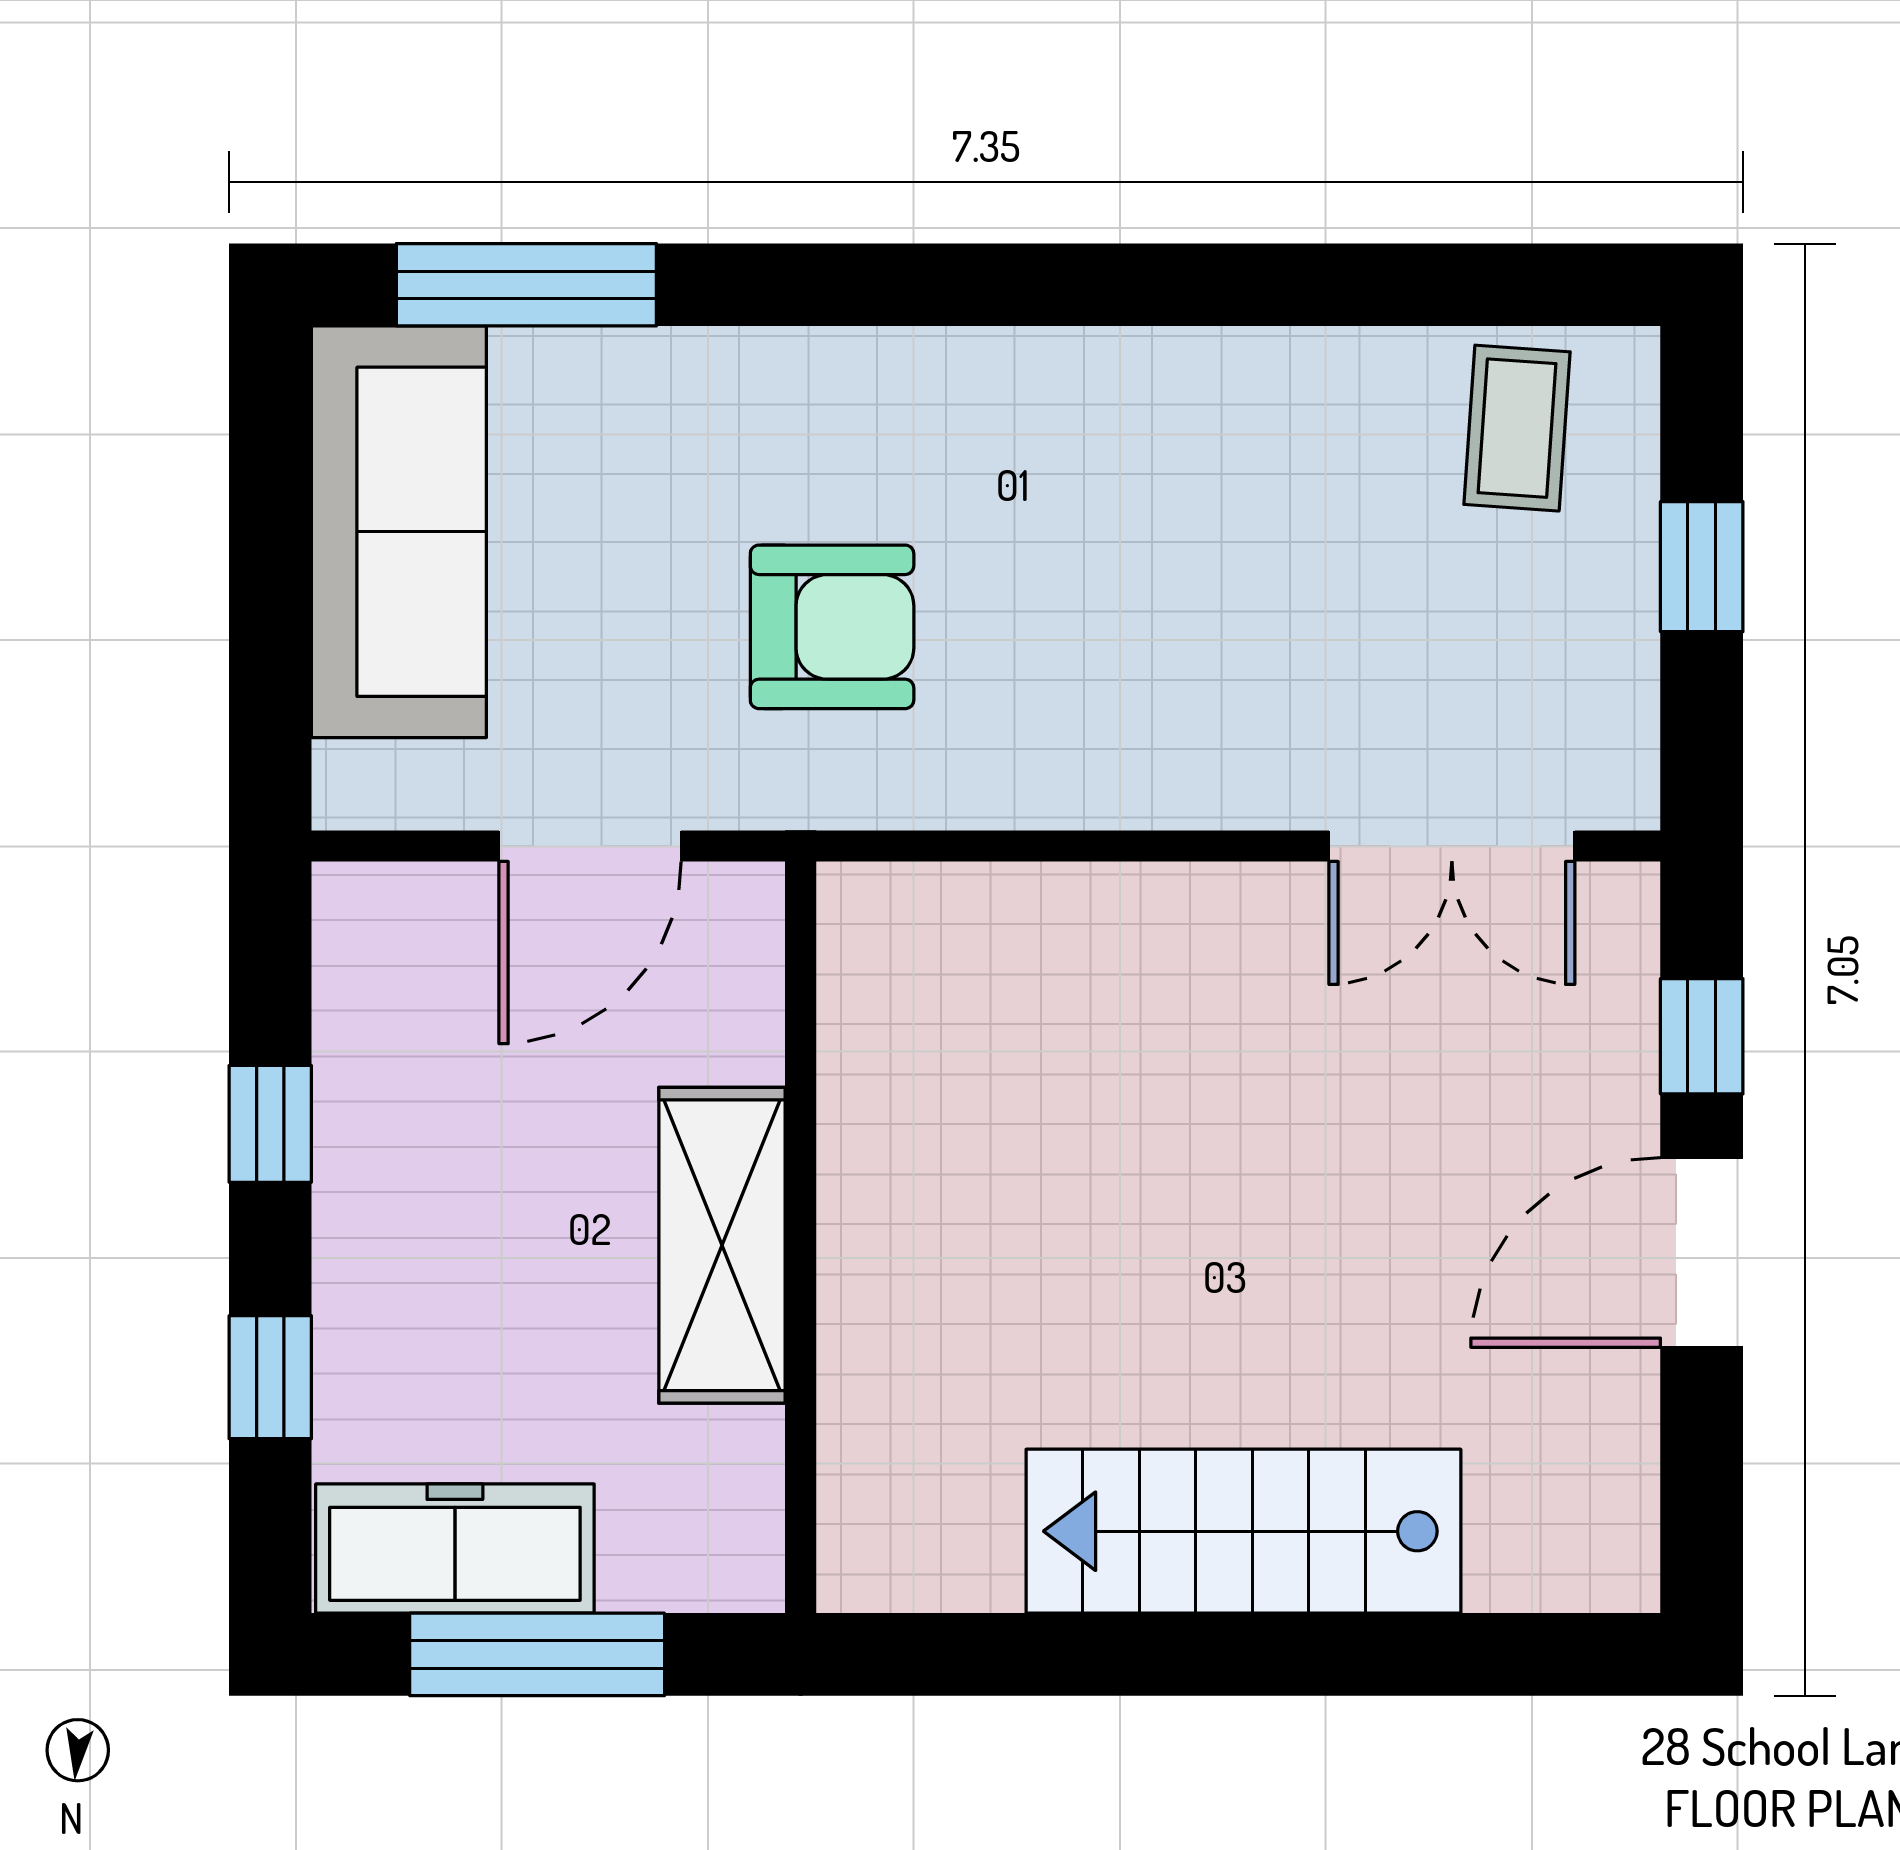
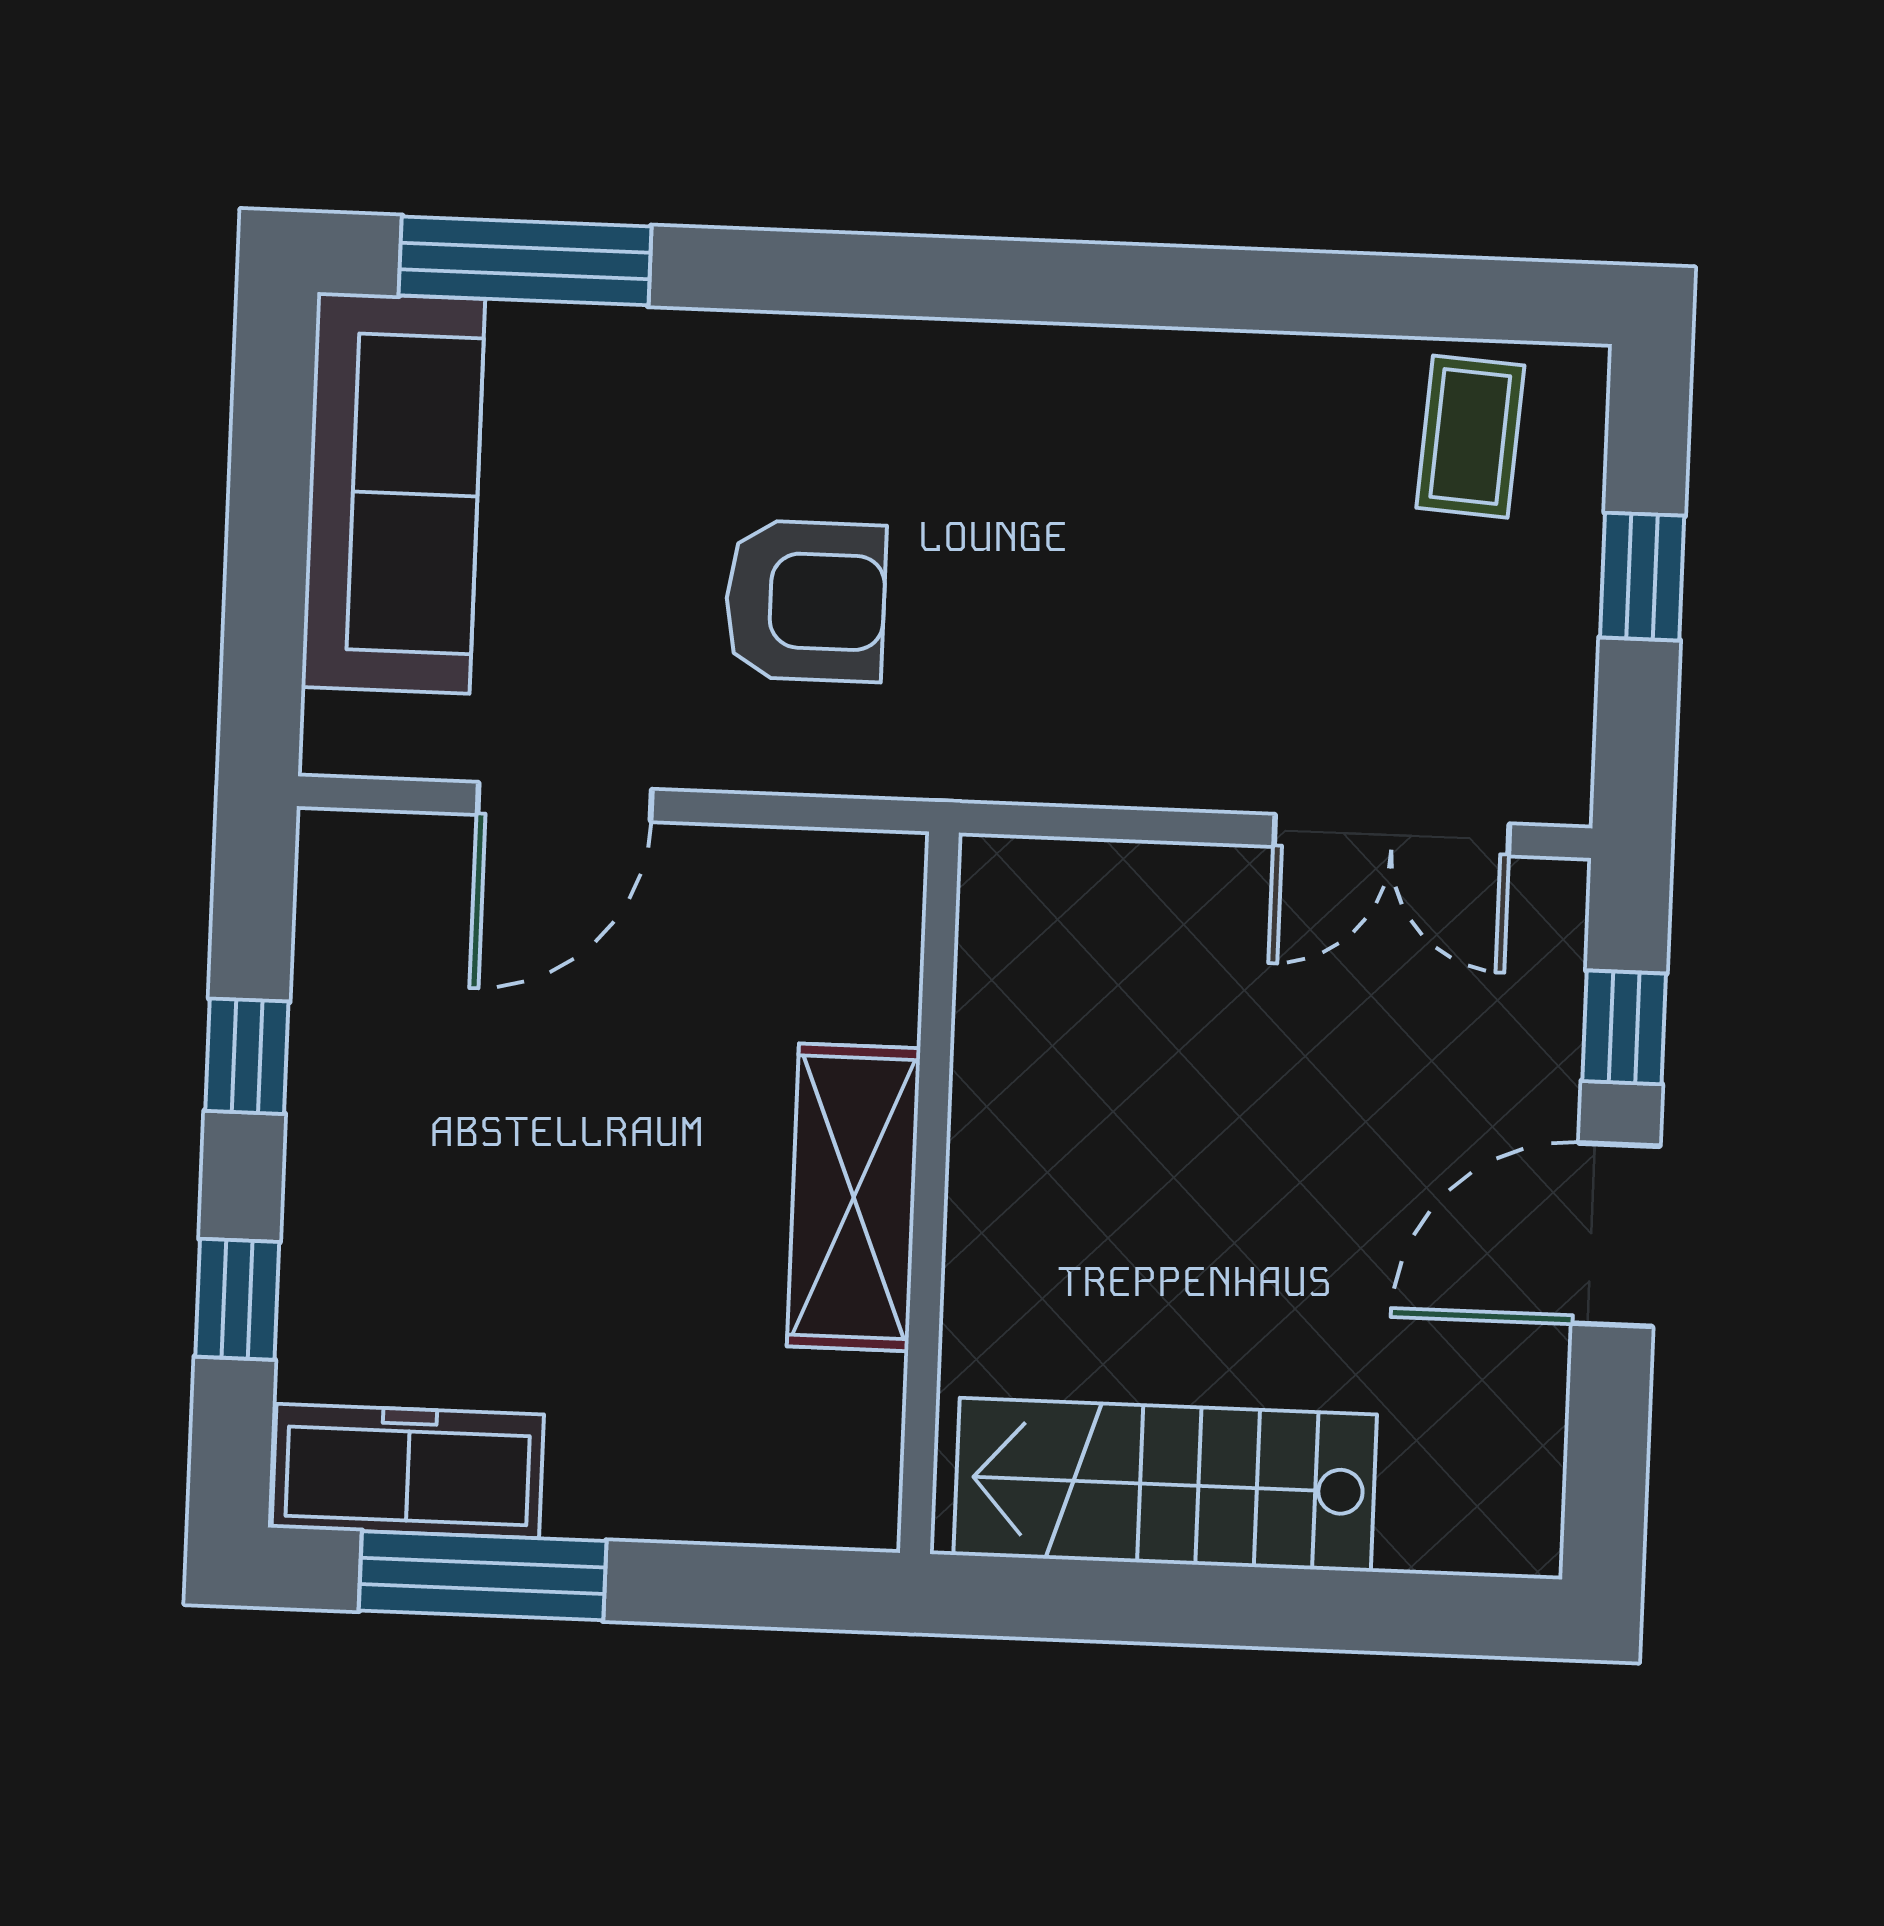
wall: (801, 1237) -> (929, 1193), moved
shelving: (722, 1245) -> (854, 1197), moved

